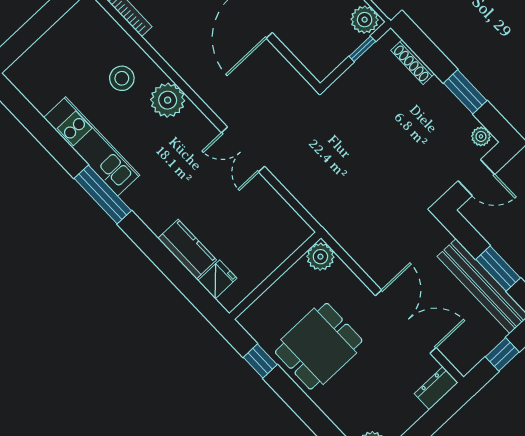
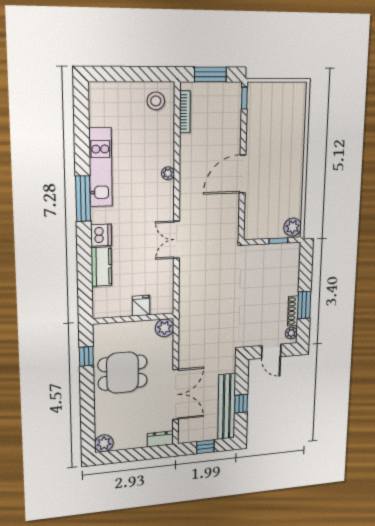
shoe rack: (413, 62) -> (293, 311), moved
stool: (122, 78) -> (156, 101), moved
plant: (168, 100) -> (168, 173), width x0.53, depth x0.53
dishwasher: (156, 216) -> (101, 235), added
window: (498, 269) -> (241, 404), width x0.67
fridge: (217, 279) -> (141, 306), moved, turned -90

